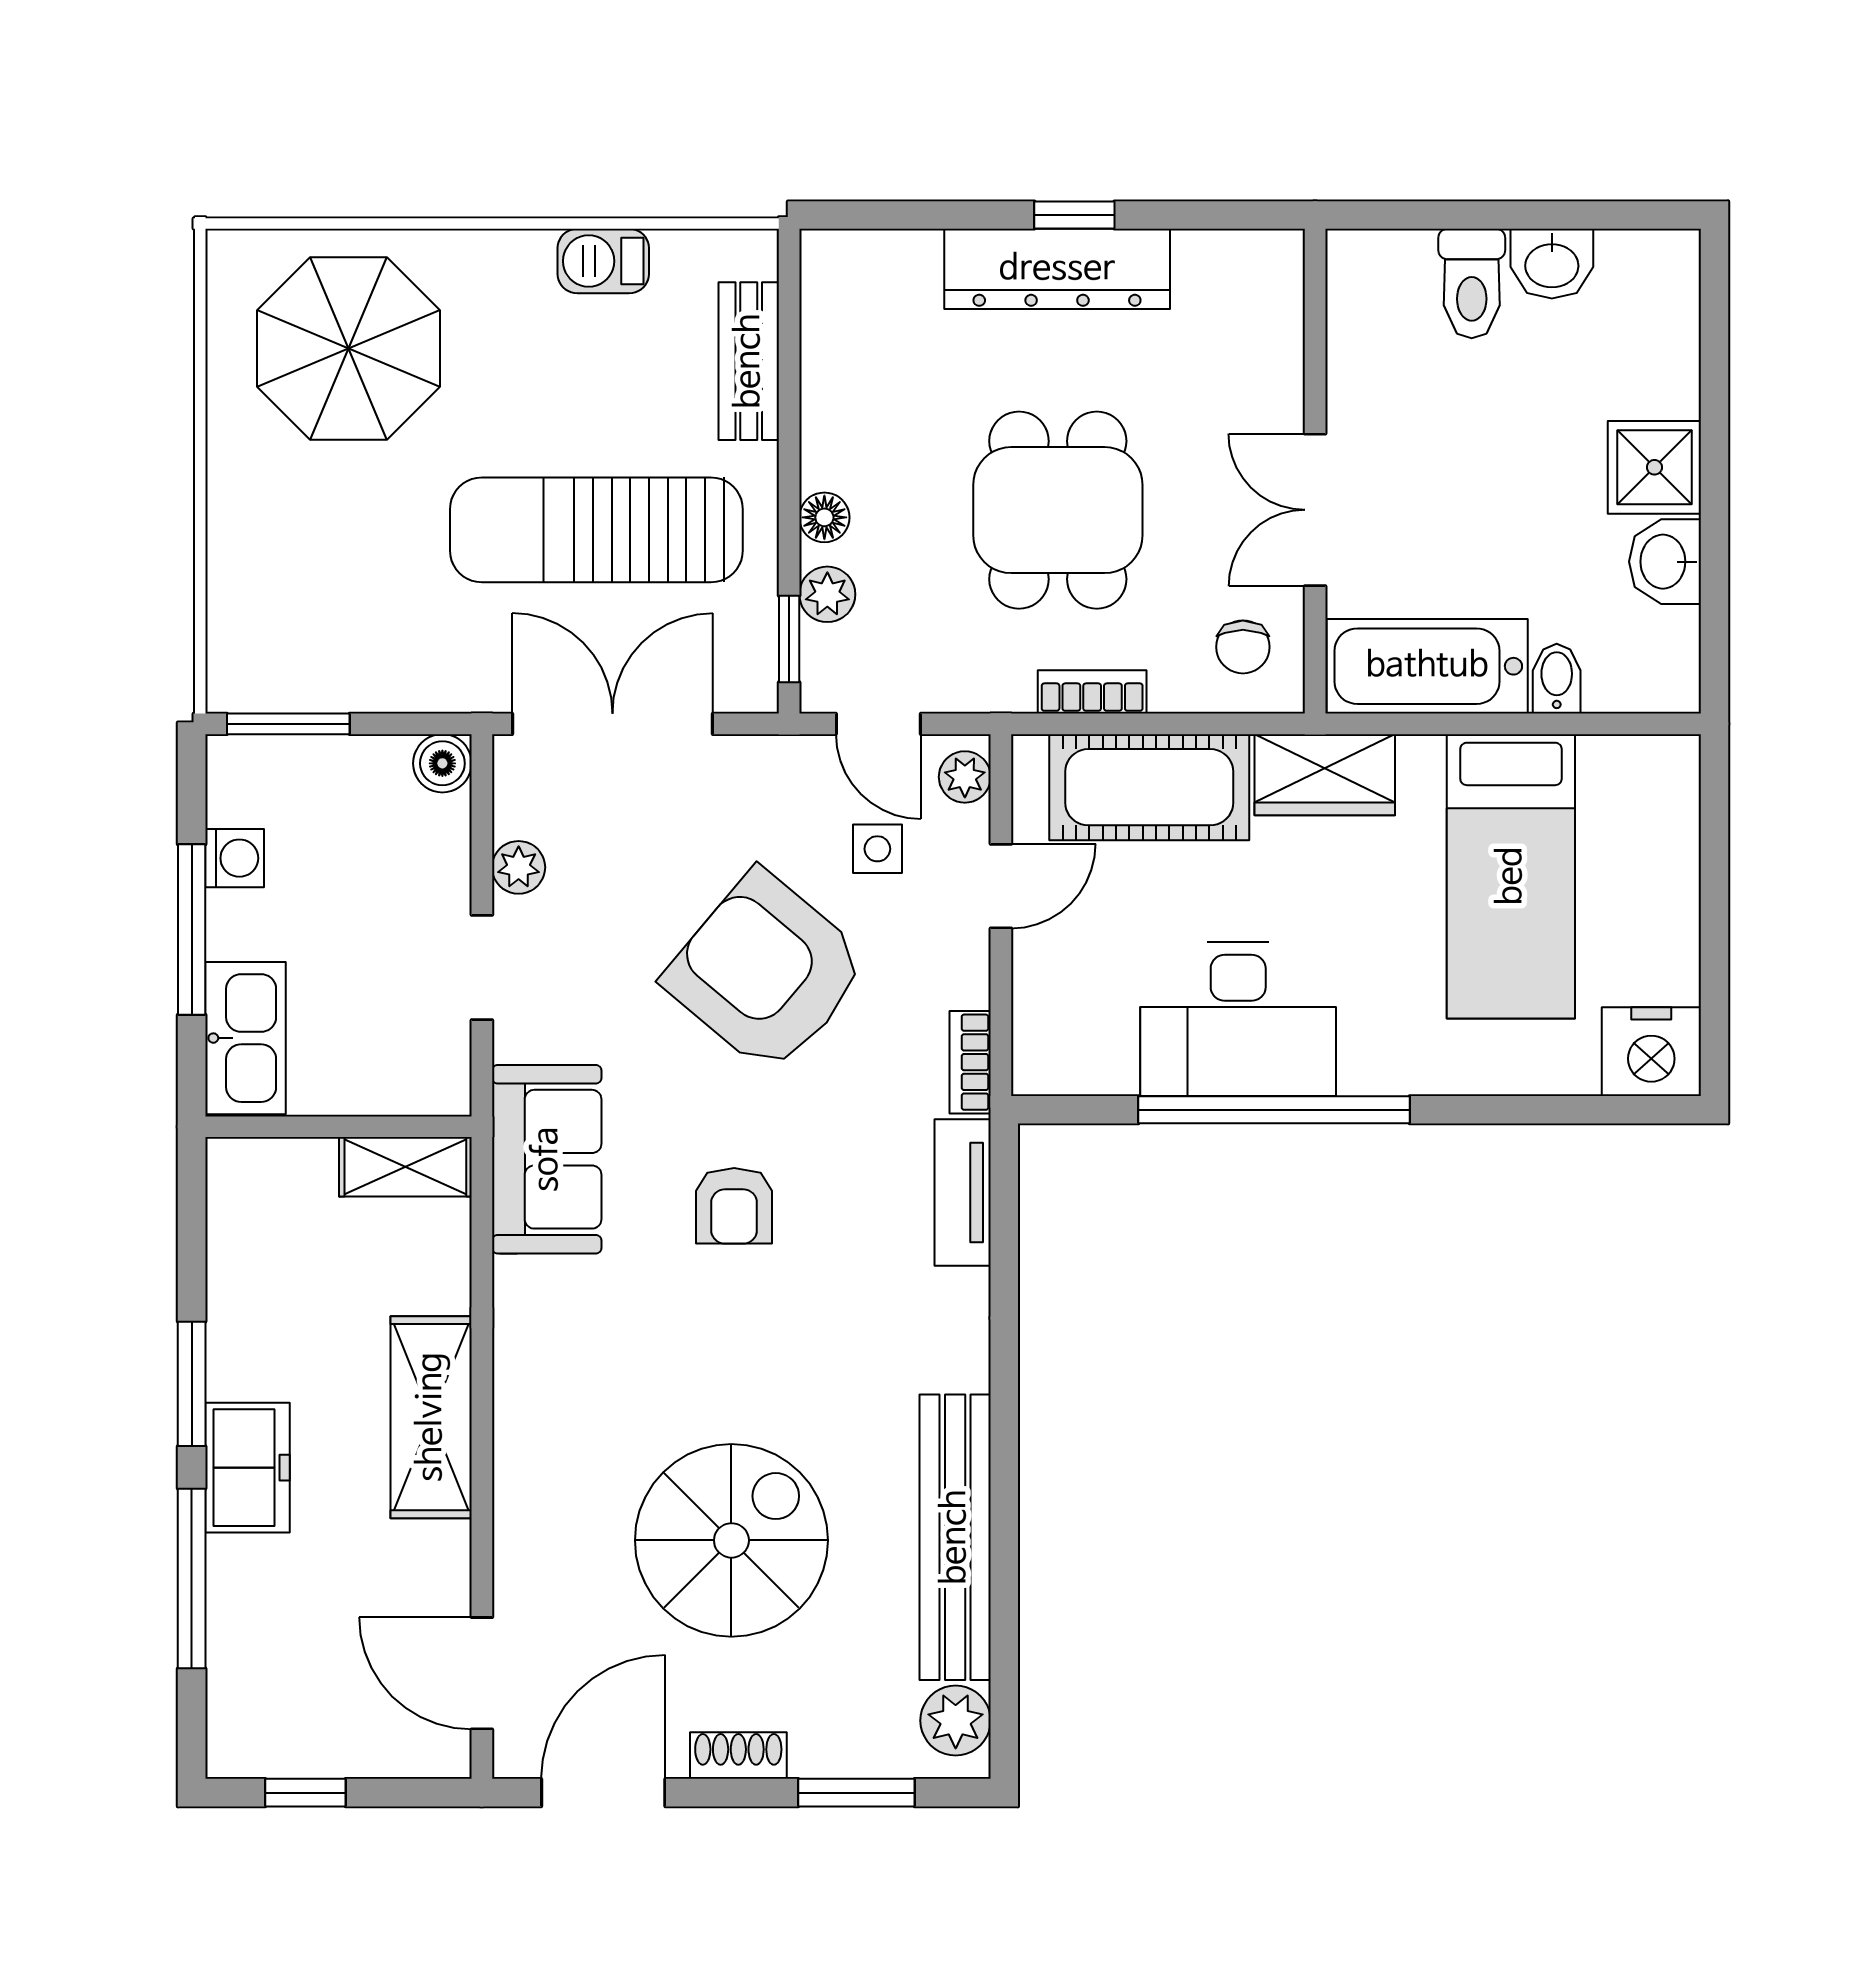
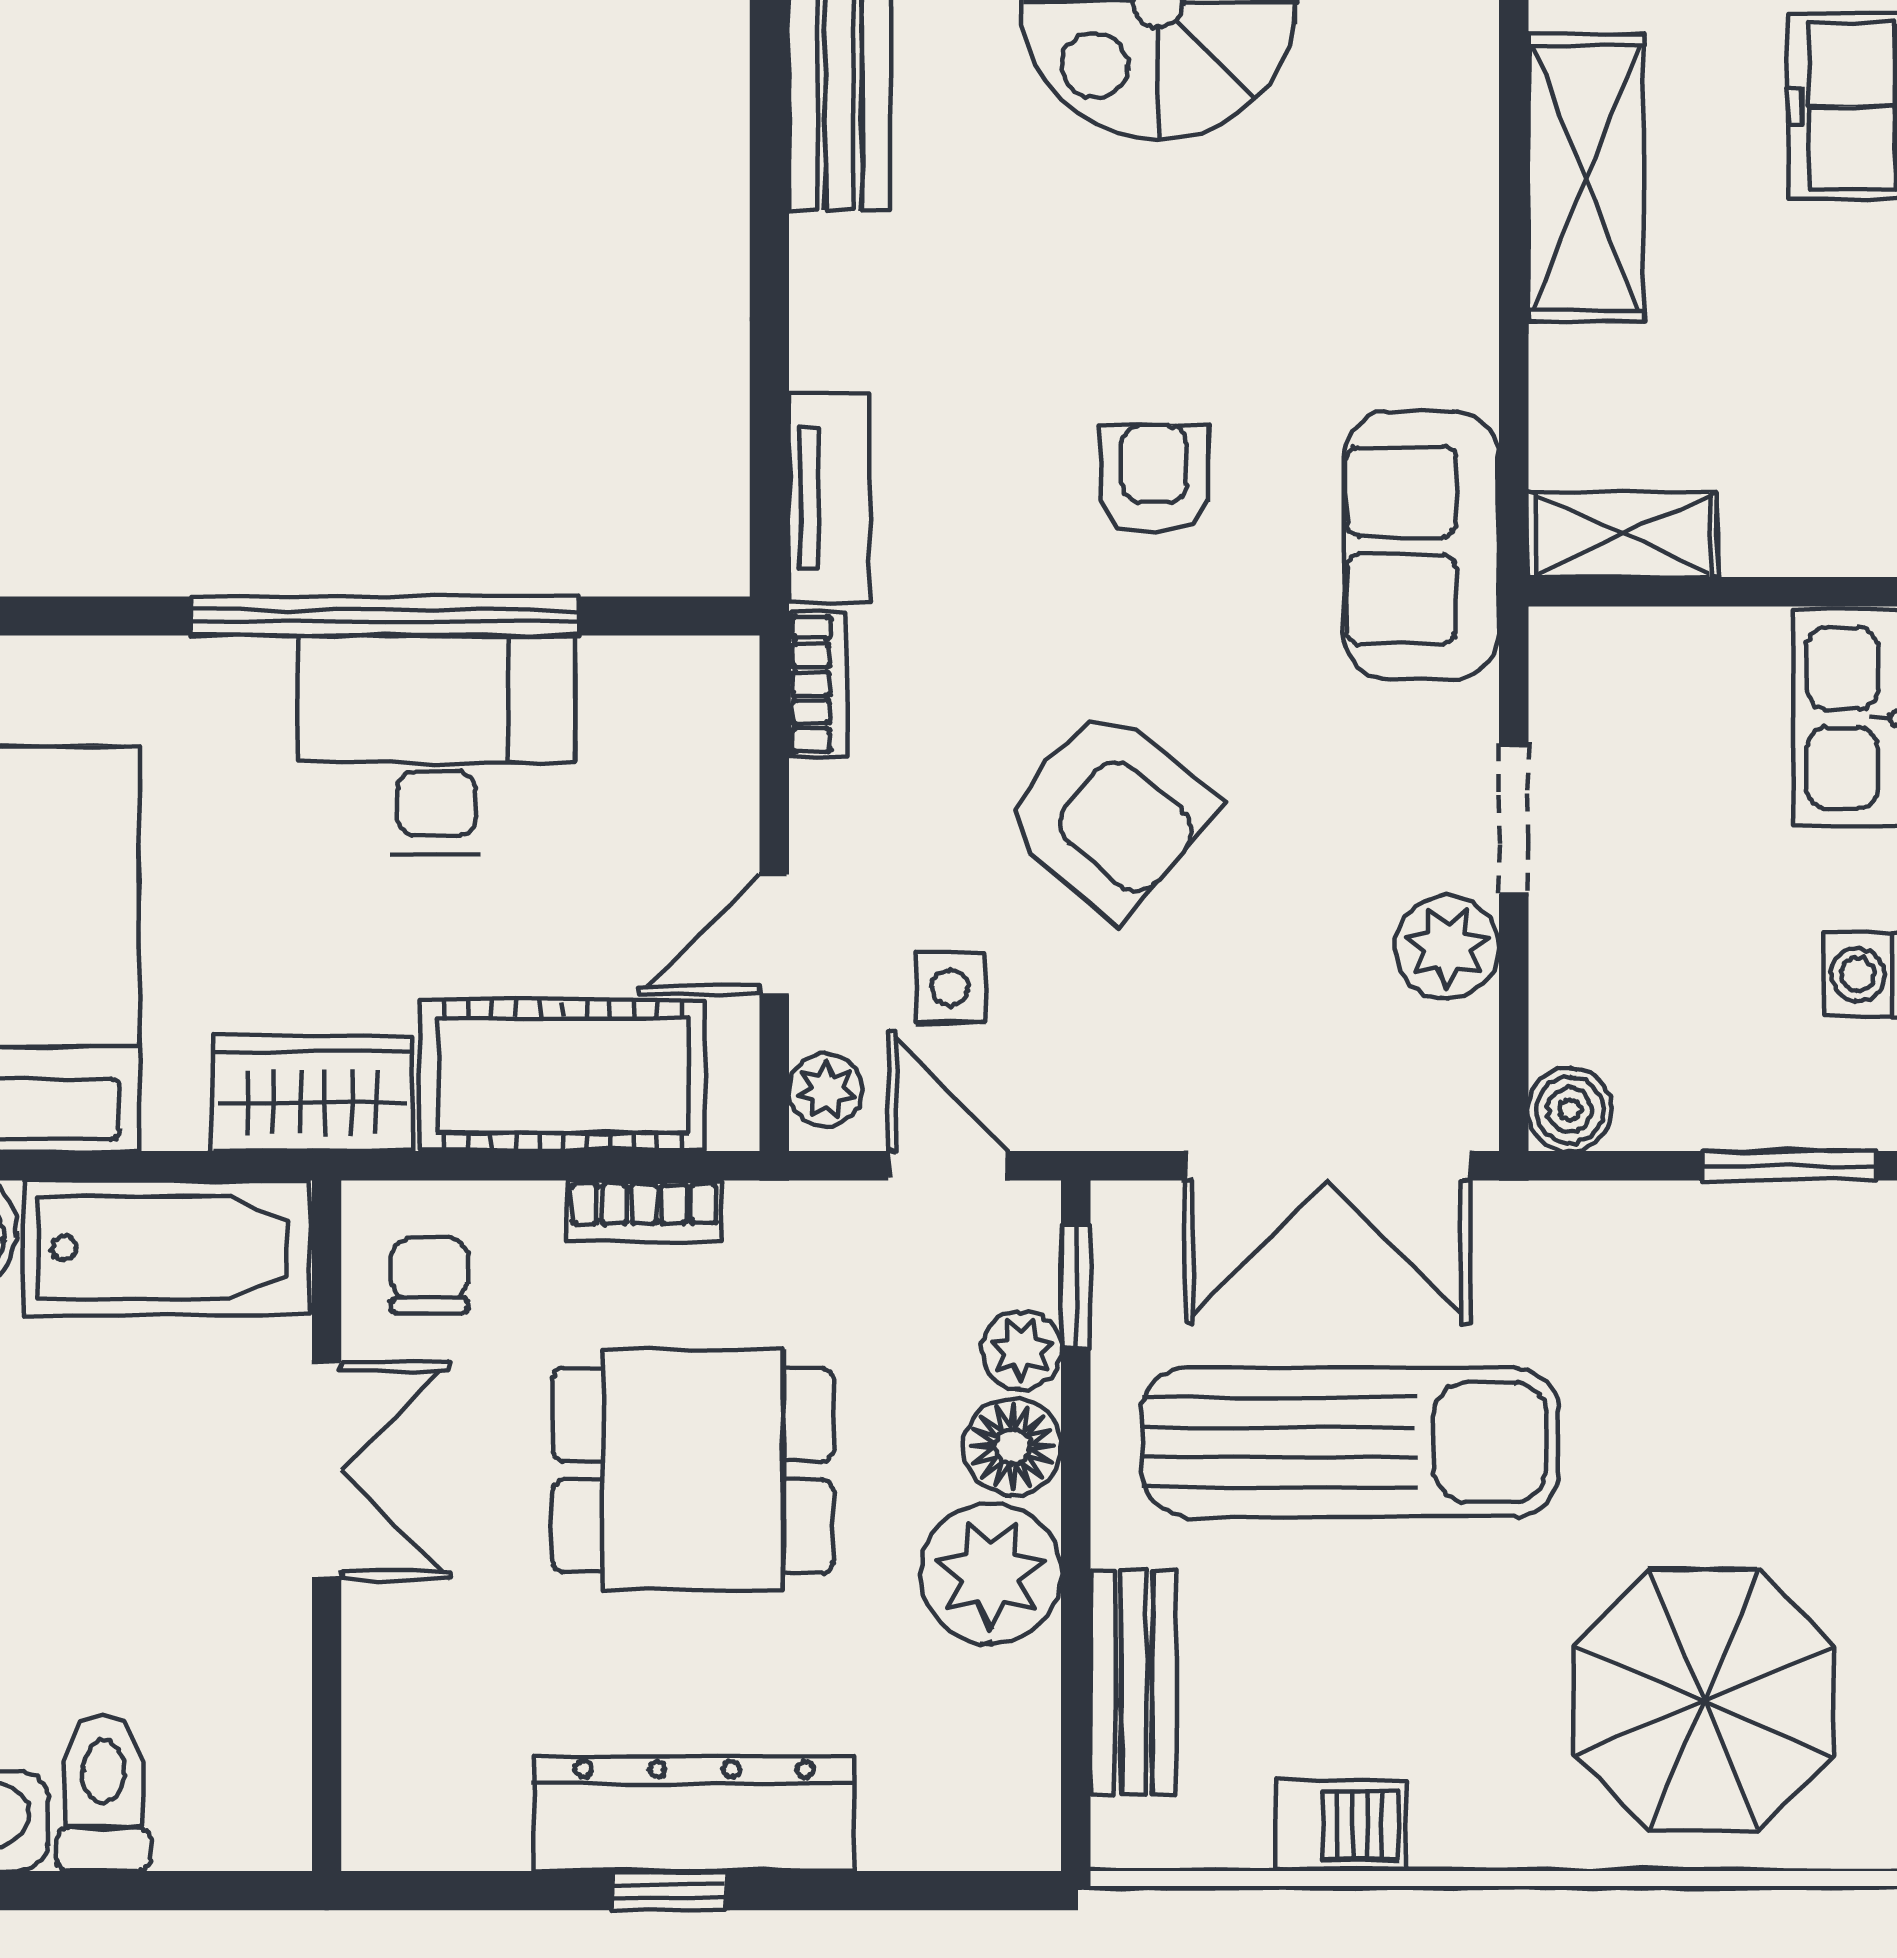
plant: (849, 438) -> (991, 1574), added
dining table: (1058, 510) -> (693, 1470), turned 90
floor lamp: (824, 517) -> (1012, 1447), width x1.37, depth x1.37
plant: (519, 867) -> (1447, 947), width x1.38, depth x1.38
armchair: (766, 972) -> (1108, 812), width x0.73, depth x0.73

